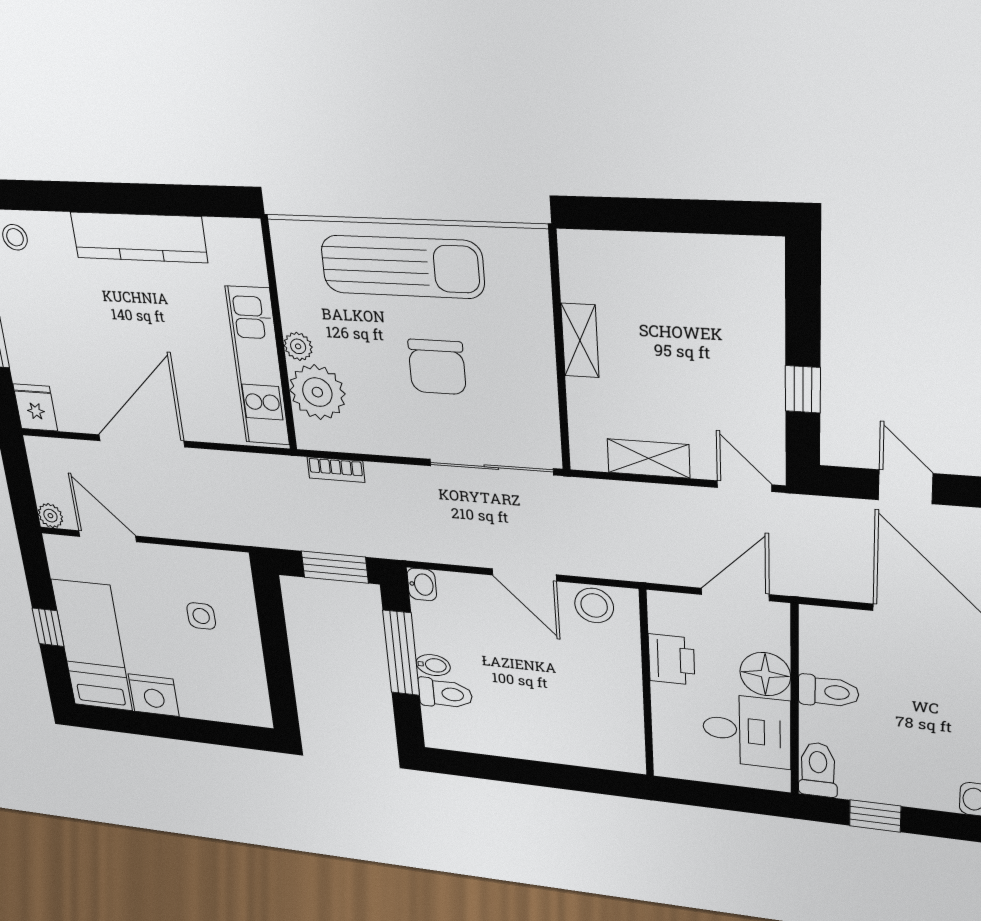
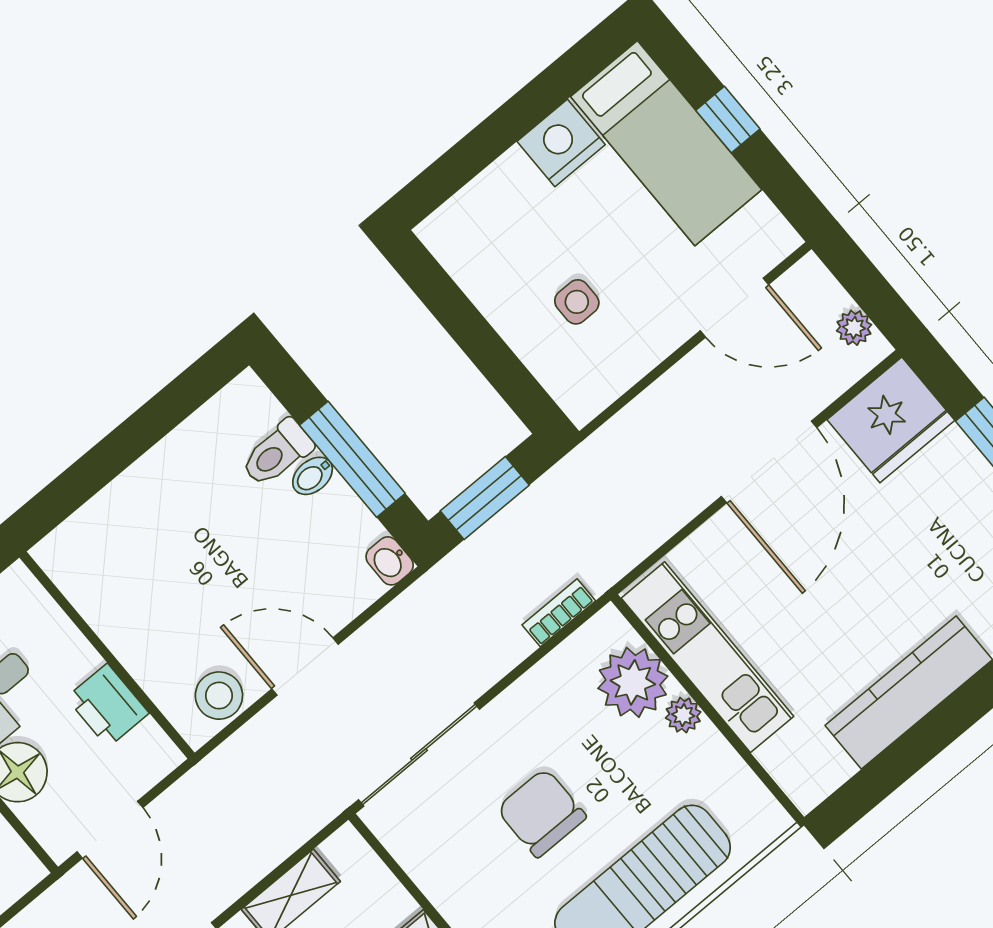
fridge: (35, 408) -> (891, 420), width x1.88, depth x1.34
plant: (50, 516) -> (854, 328), moved

